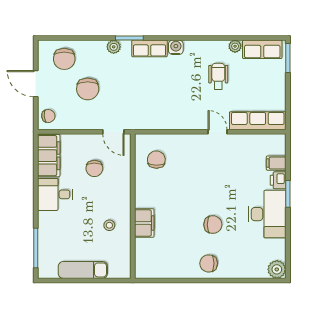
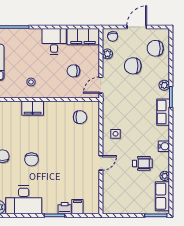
water cooler: (176, 47) -> (164, 146), moved
side table: (179, 112) -> (116, 134), added
row of seats: (258, 121) -> (109, 193), removed
plant: (72, 123) -> (107, 54), added
desk: (267, 214) -> (24, 200), moved

